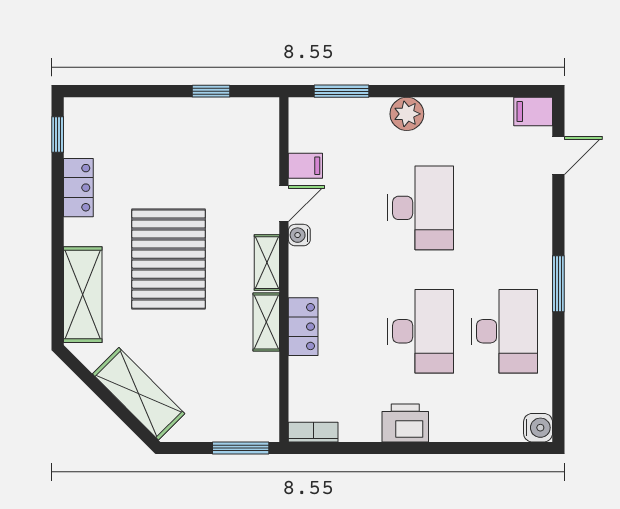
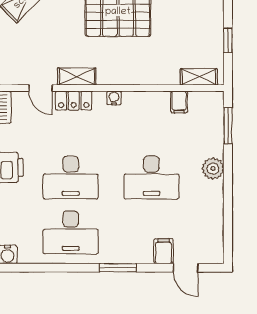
filing cabinet: (533, 112) -> (164, 251), moved
door: (284, 204) -> (40, 88), moved
water cooler: (299, 235) -> (114, 98), moved
shelving: (267, 263) -> (199, 77), moved
window: (558, 284) -> (118, 268), moved

